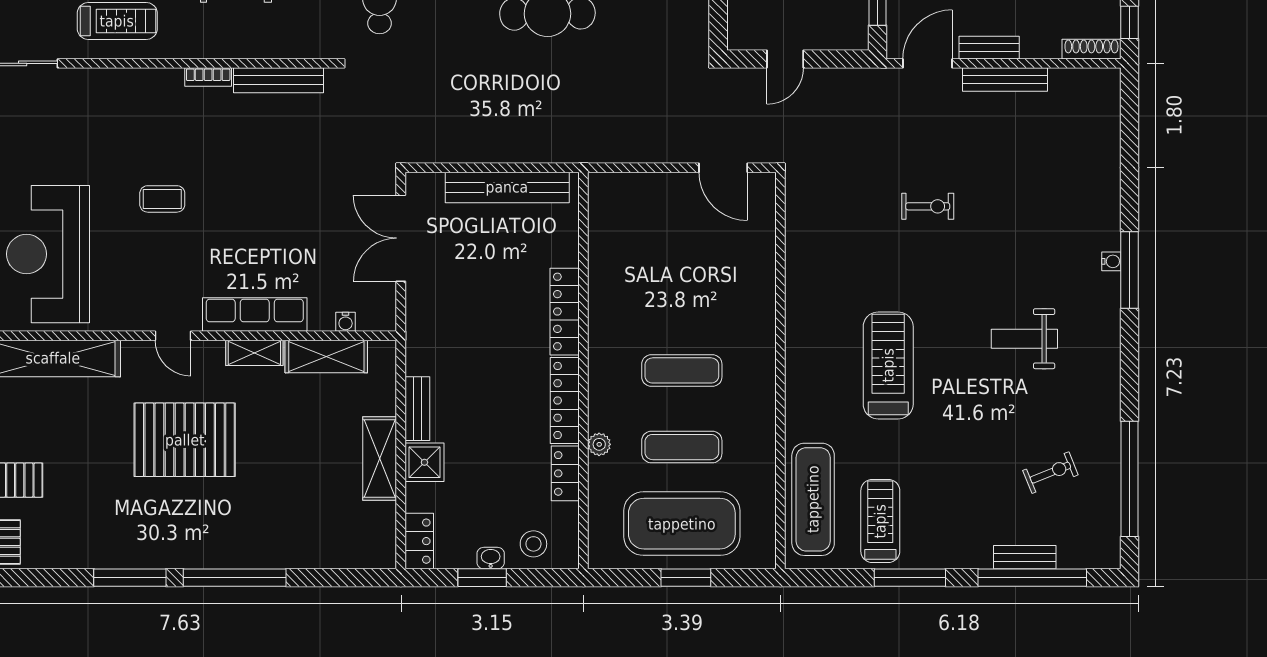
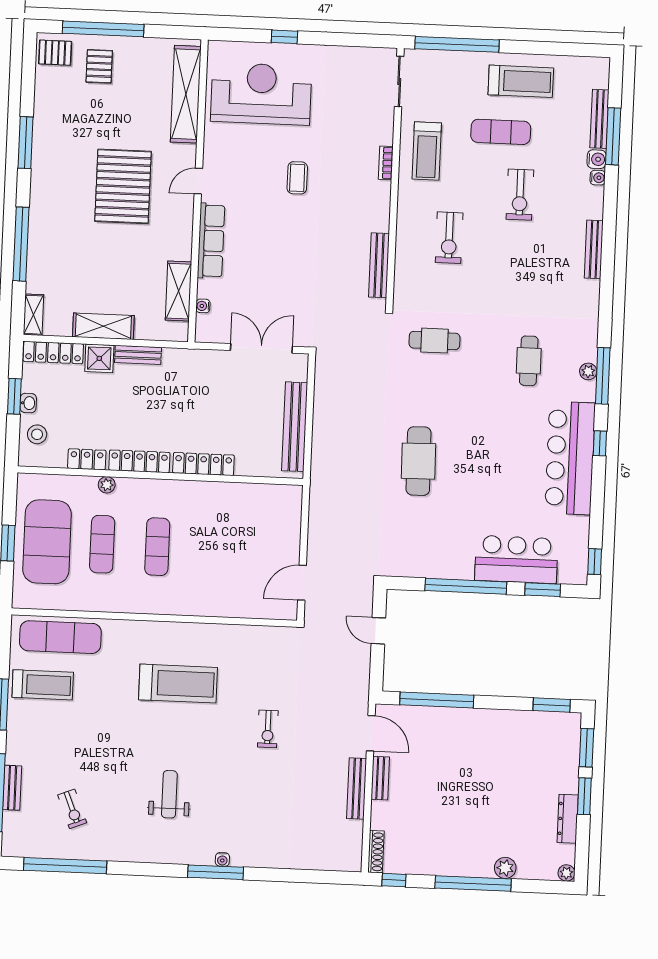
bookcase: (208, 77) -> (386, 163), moved
shelving: (254, 353) -> (33, 315), moved
treadmill: (888, 365) -> (178, 684), moved
locker: (419, 541) -> (53, 353), width x1.53
window: (235, 578) -> (21, 244), moved

